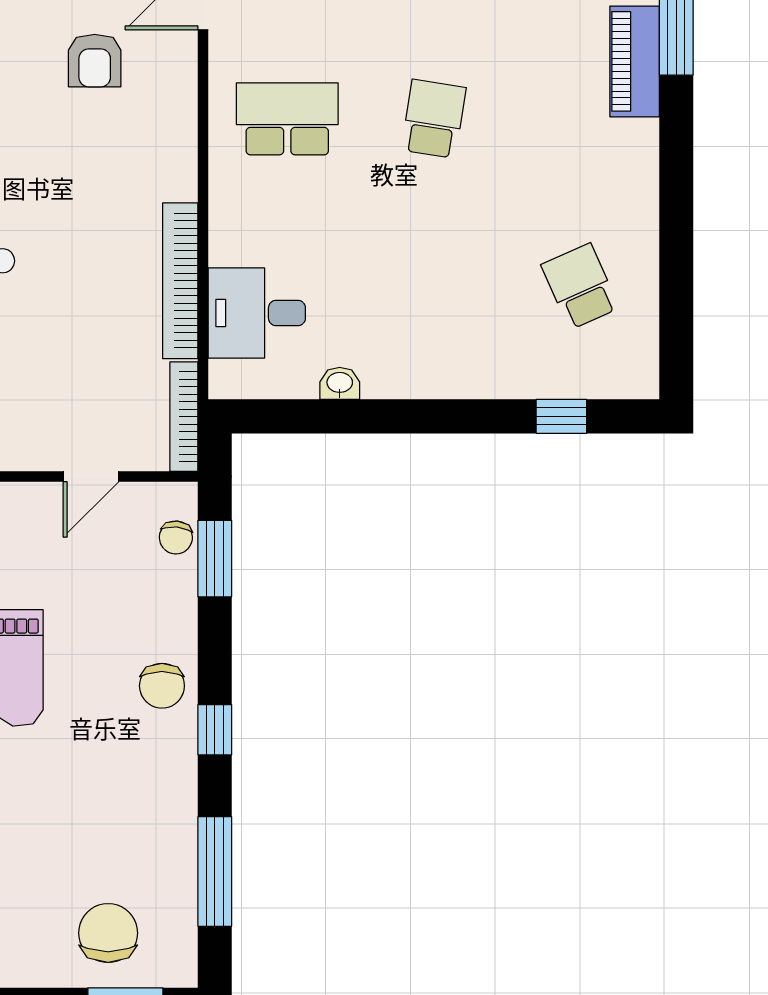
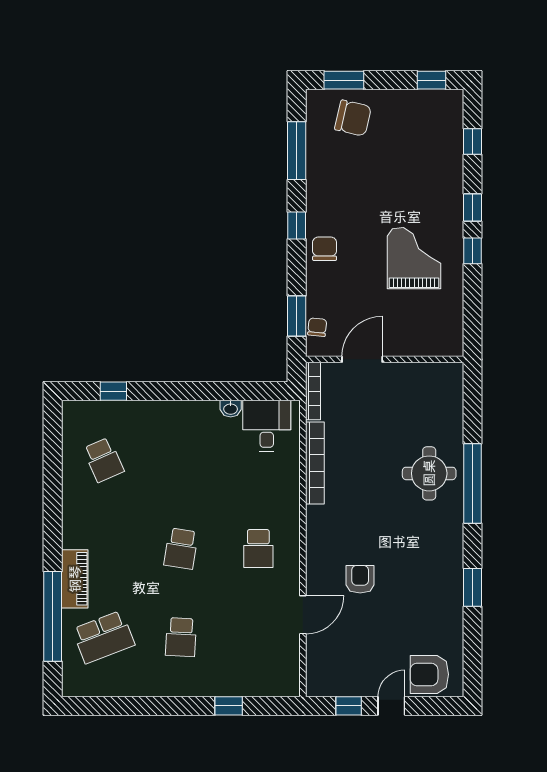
school desk: (287, 119) -> (258, 548), width x0.54
desk: (257, 313) -> (267, 426), moved, turned -90
door: (91, 476) -> (362, 359), width x1.38
chair: (108, 933) -> (353, 118), turned -77

